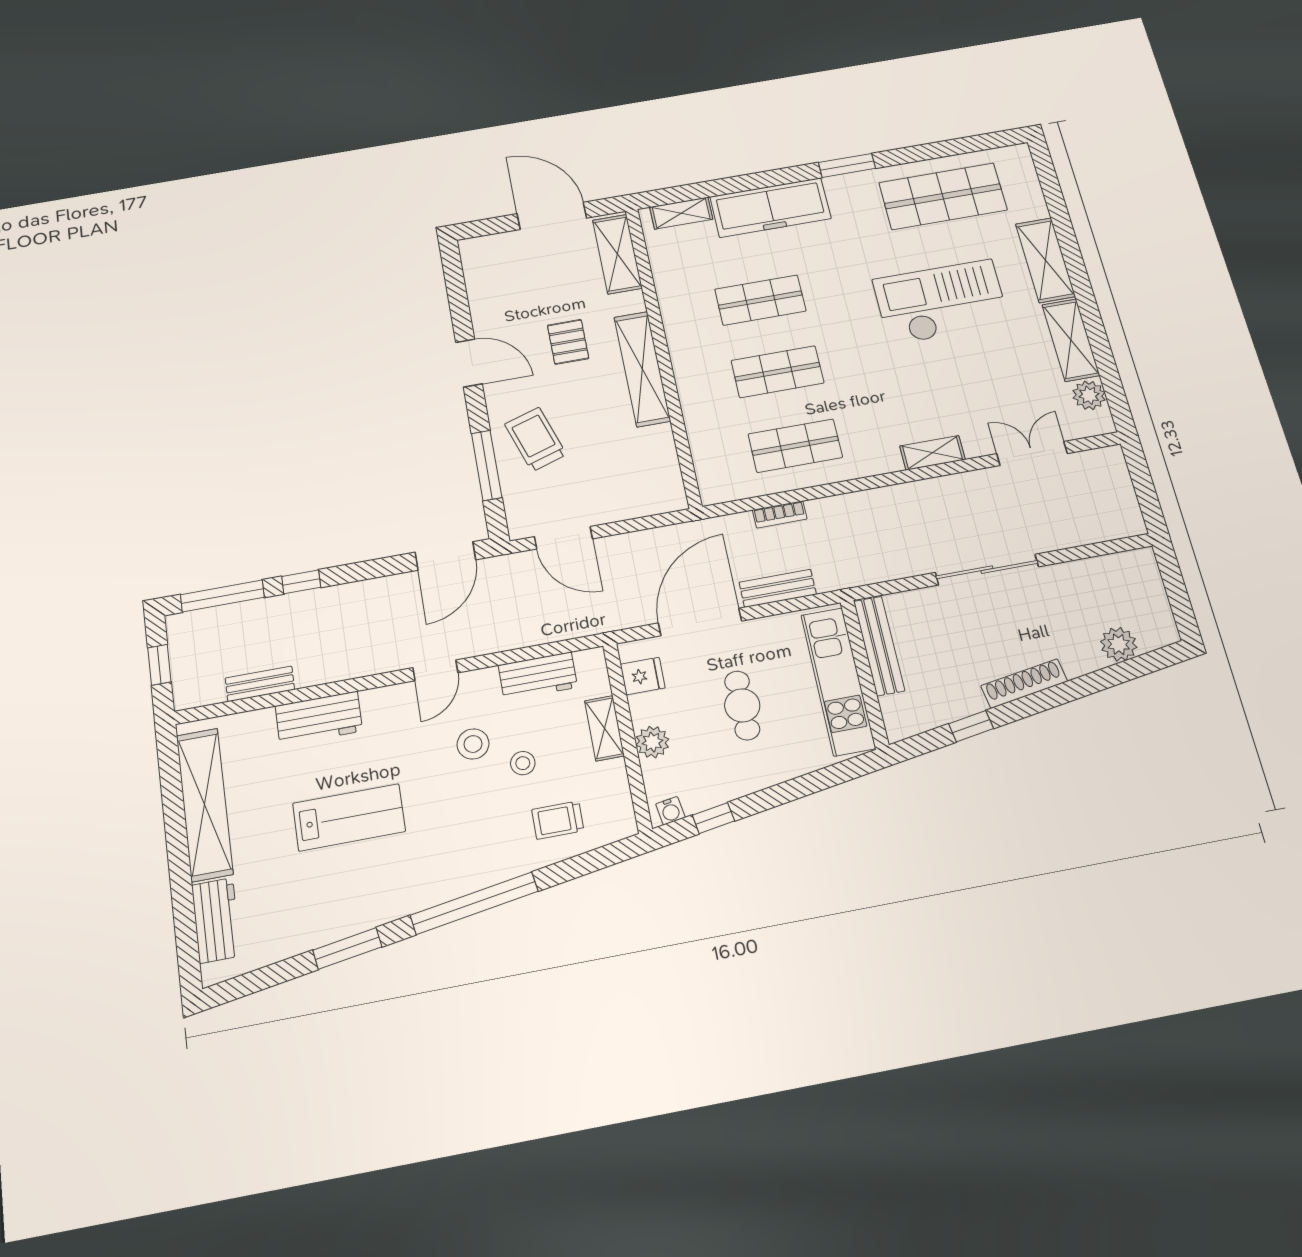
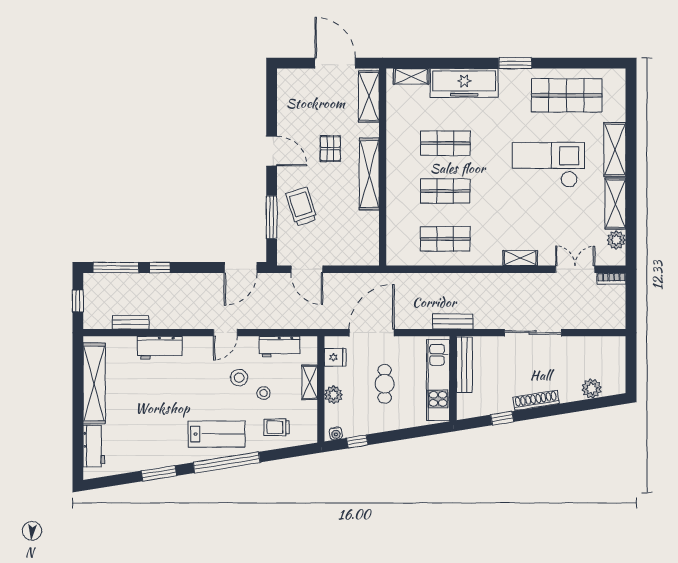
bookcase: (780, 514) -> (611, 279), moved
bench: (778, 588) -> (453, 321), moved
lab bench: (349, 817) -> (216, 434), moved

